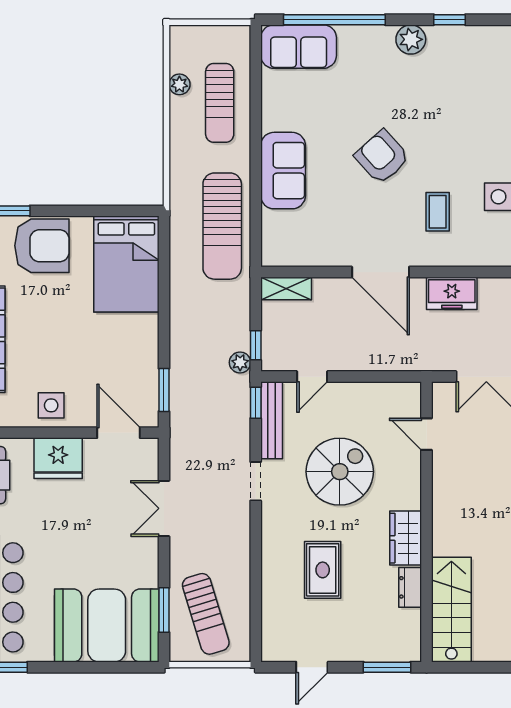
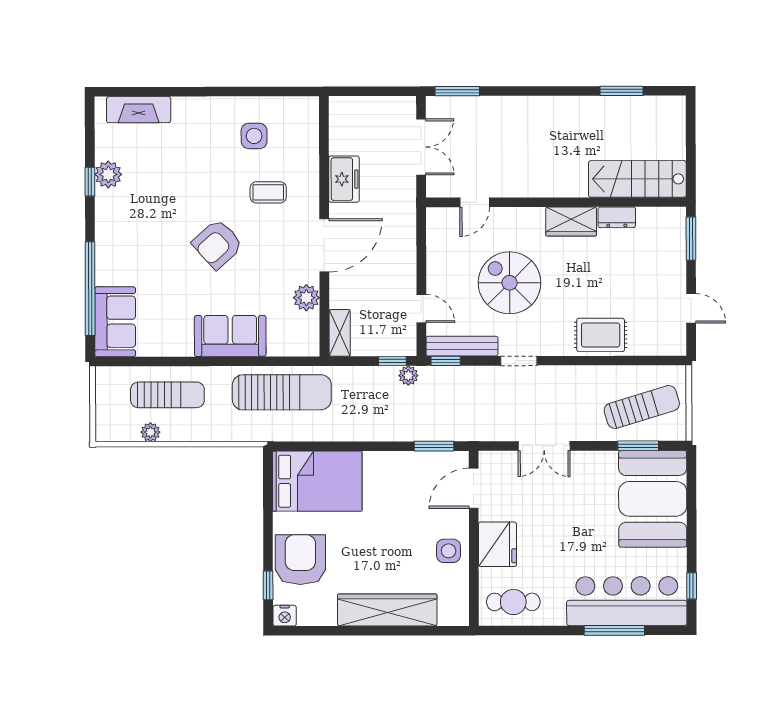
plant: (411, 39) -> (108, 174), moved
plant: (324, 253) -> (306, 298), added
rug: (323, 570) -> (601, 335), moved

